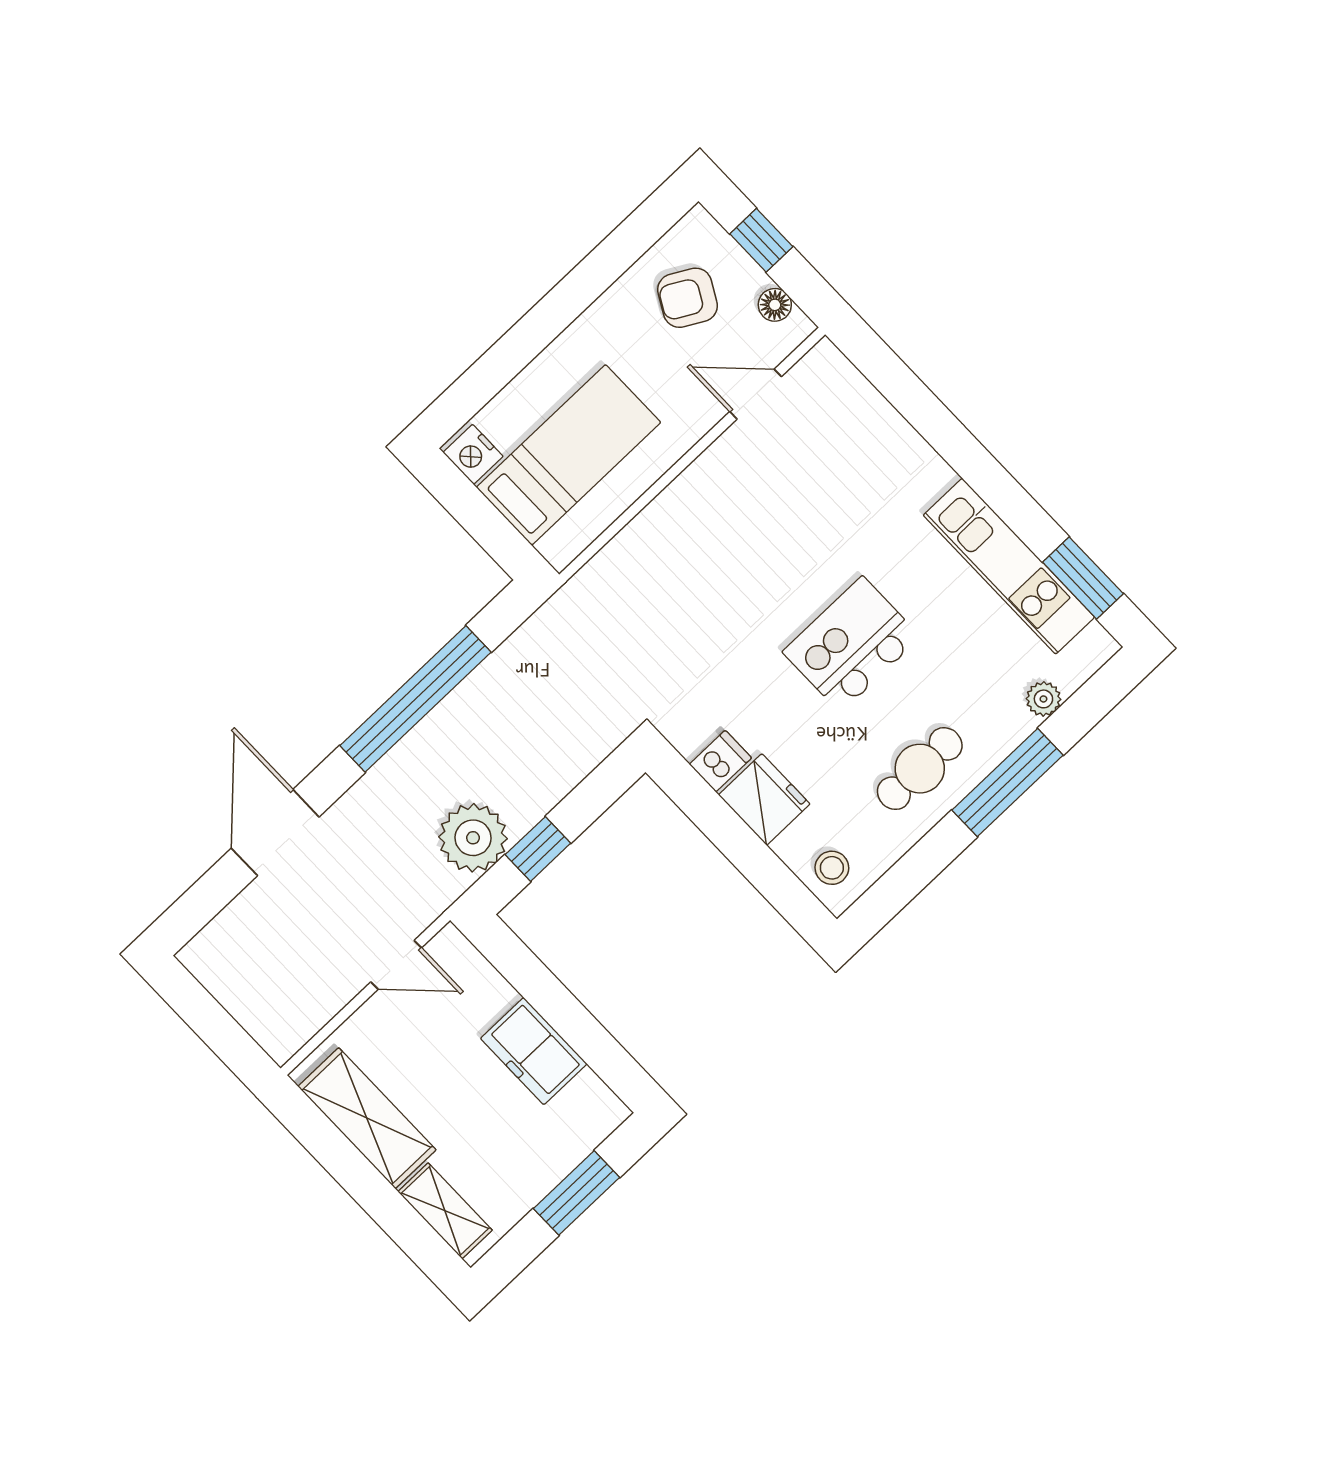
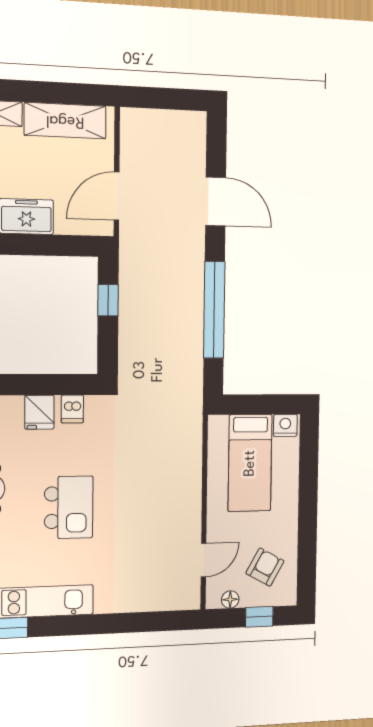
fridge: (764, 799) -> (39, 412), width x0.72
plant: (473, 838) -> (138, 278), removed
door: (396, 965) -> (117, 196), width x1.38

